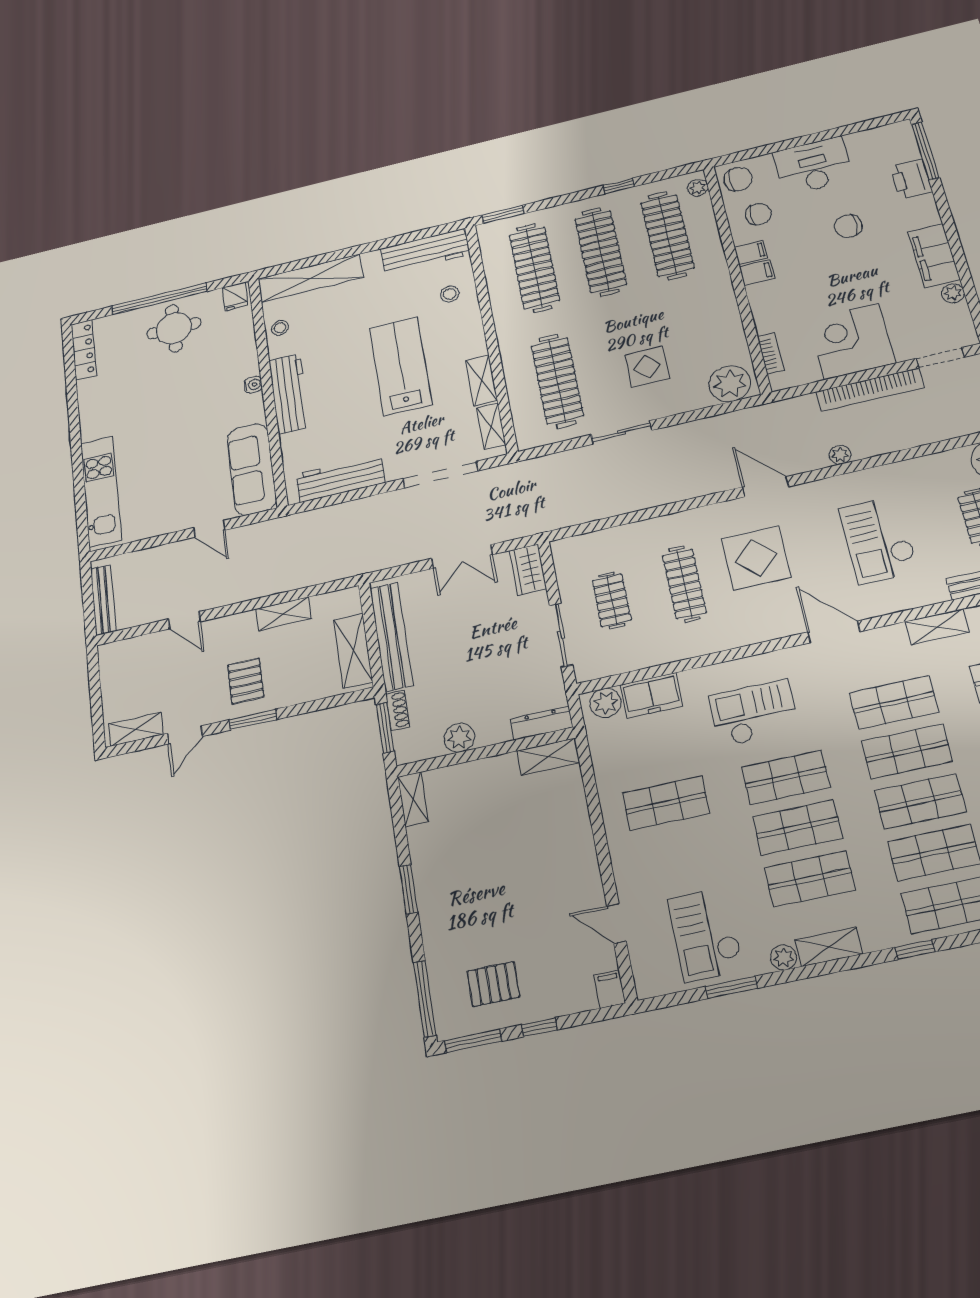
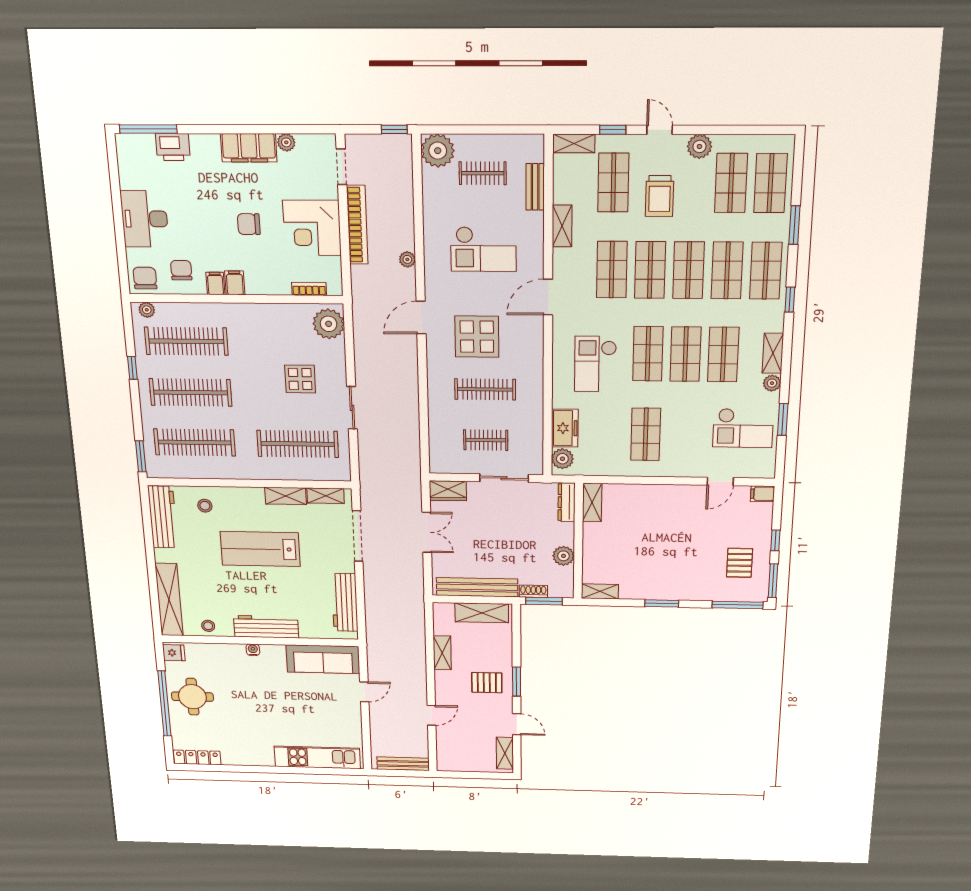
chair: (848, 226) -> (249, 224), moved, turned 90

